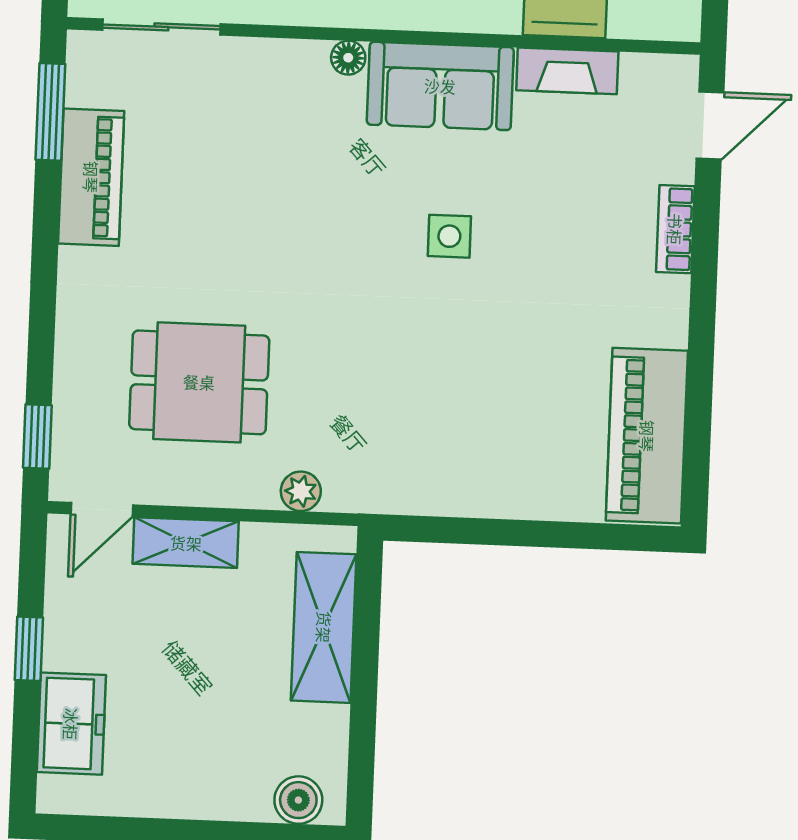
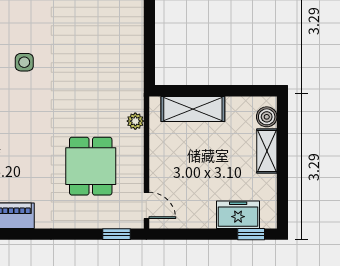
shelving: (186, 543) -> (267, 151), moved
window: (29, 649) -> (251, 234), moved

